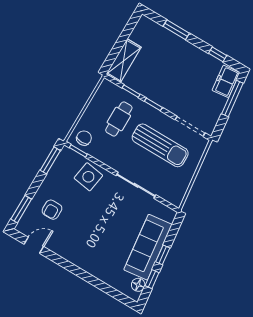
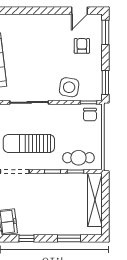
shelving: (124, 61) -> (95, 200), width x1.47
cafe table: (119, 119) -> (78, 158), moved, turned 90

